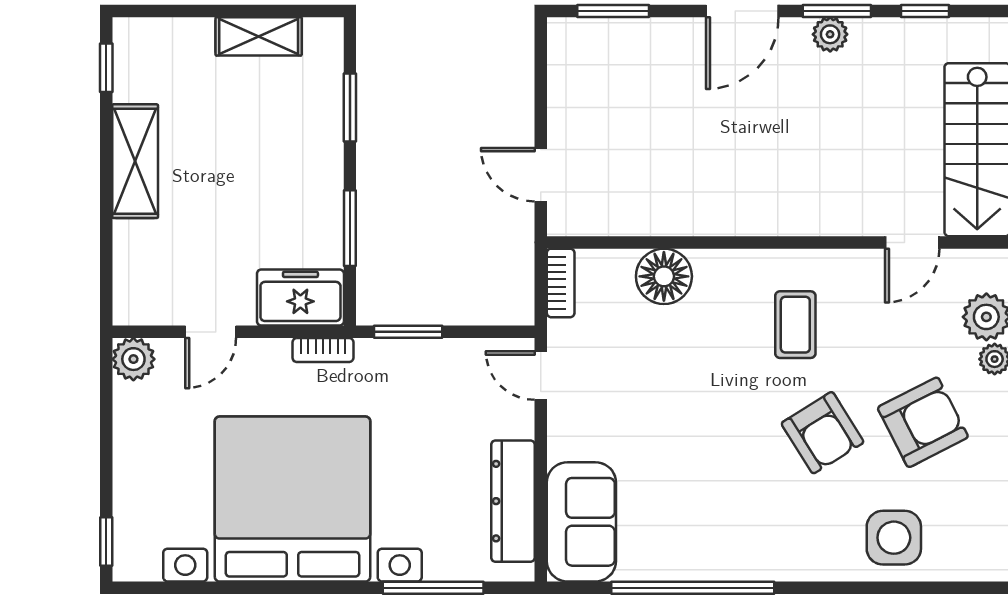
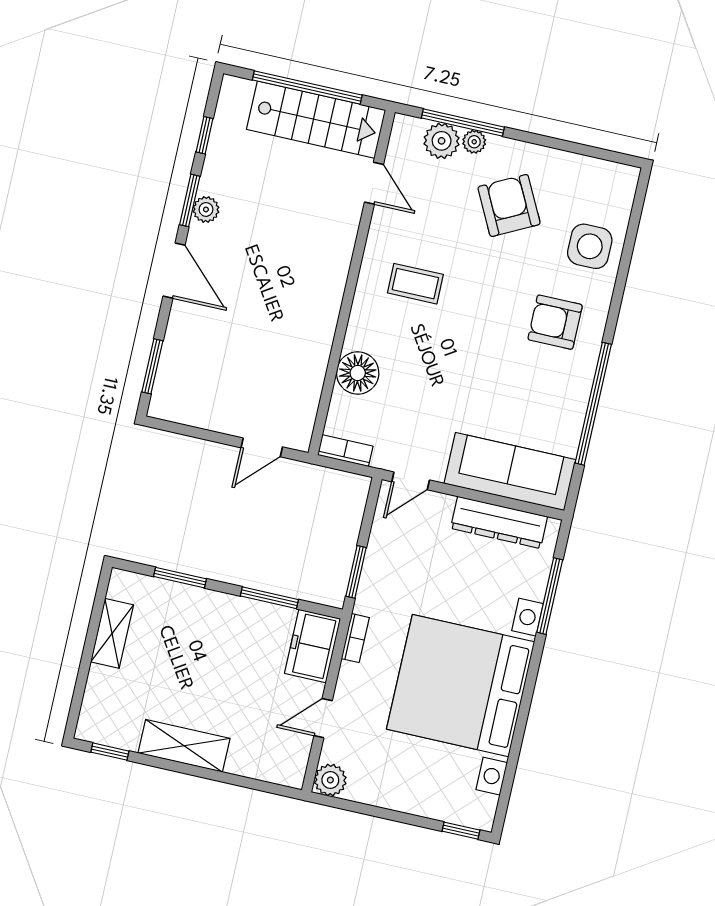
door: (211, 332) -> (323, 718), swing flipped
armchair: (823, 433) -> (555, 322), moved, turned -148
sofa: (581, 522) -> (510, 472), width x1.36

